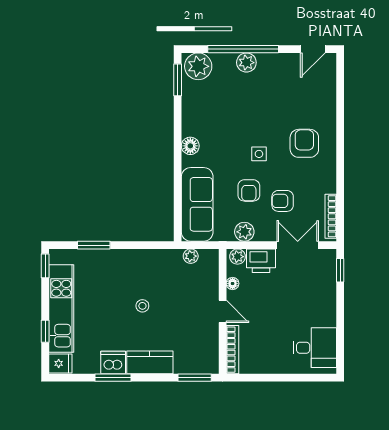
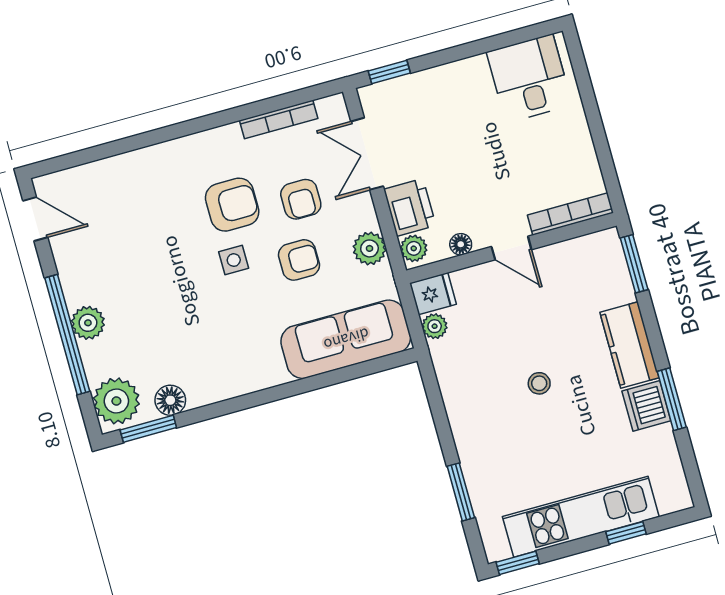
armchair: (304, 143) -> (232, 205), moved, turned 180
floor lamp: (190, 146) -> (170, 400), moved
bookcase: (331, 216) -> (279, 119), moved
door: (223, 311) -> (511, 248), swing flipped
fridge: (60, 363) -> (433, 294), moved, turned 90

